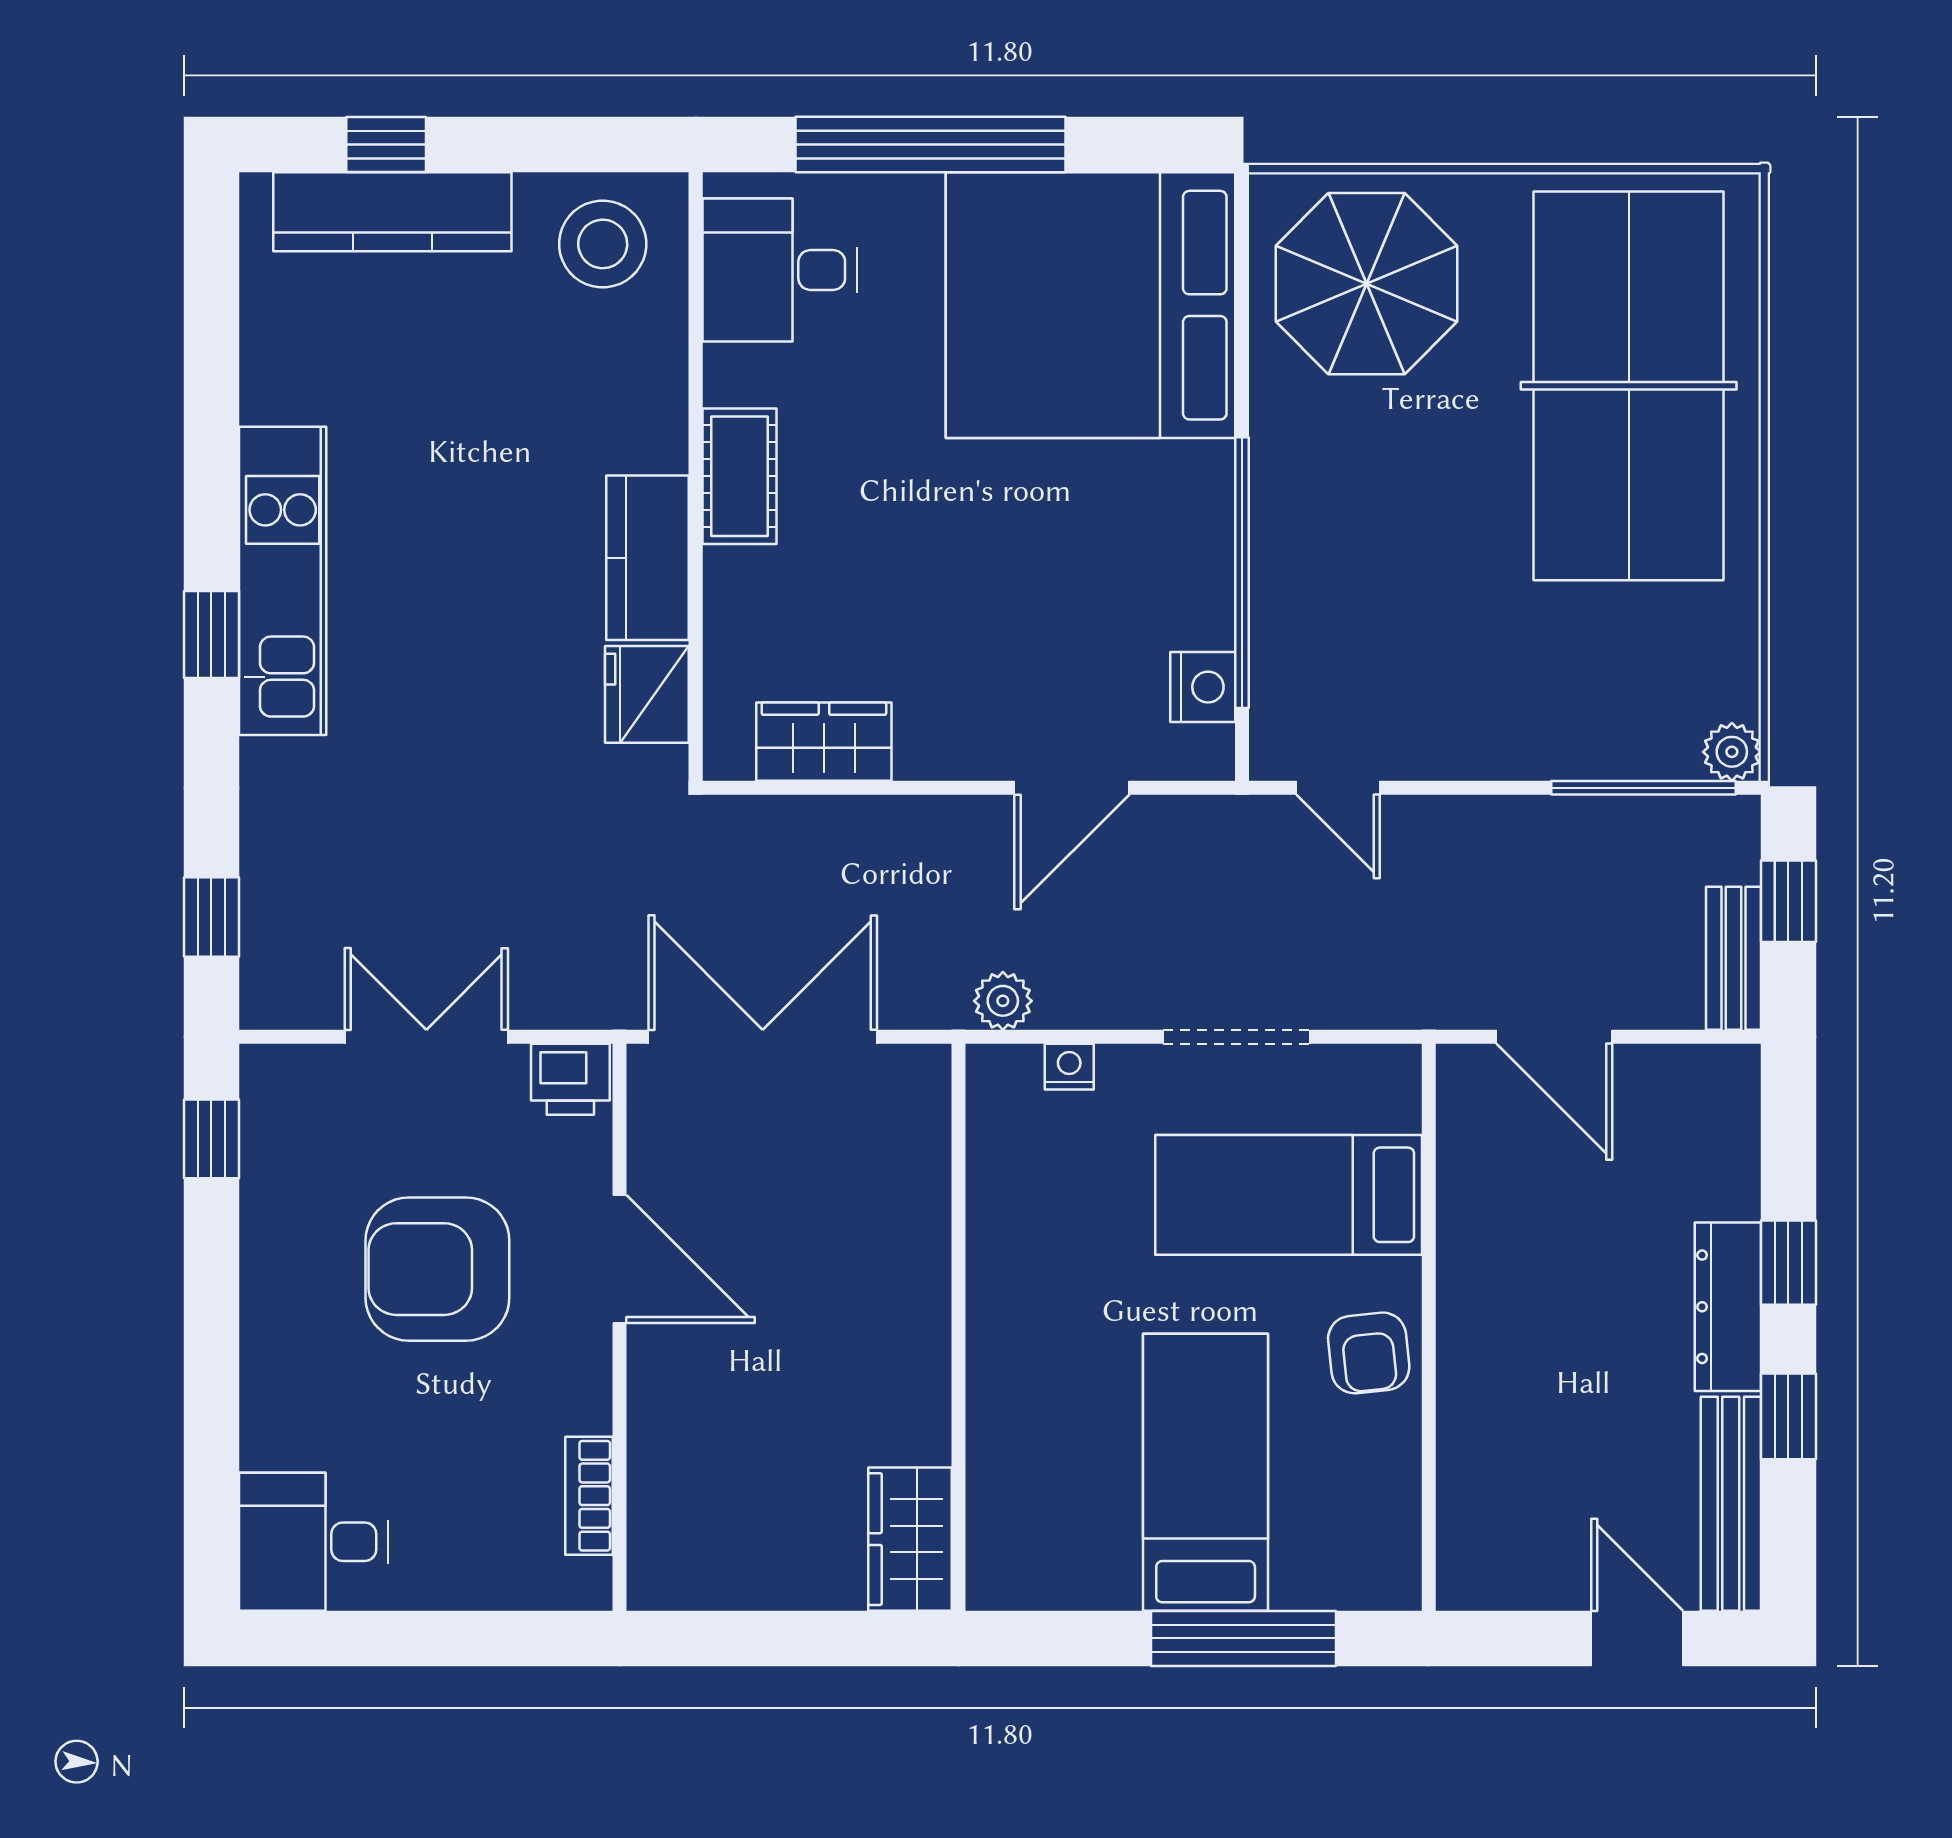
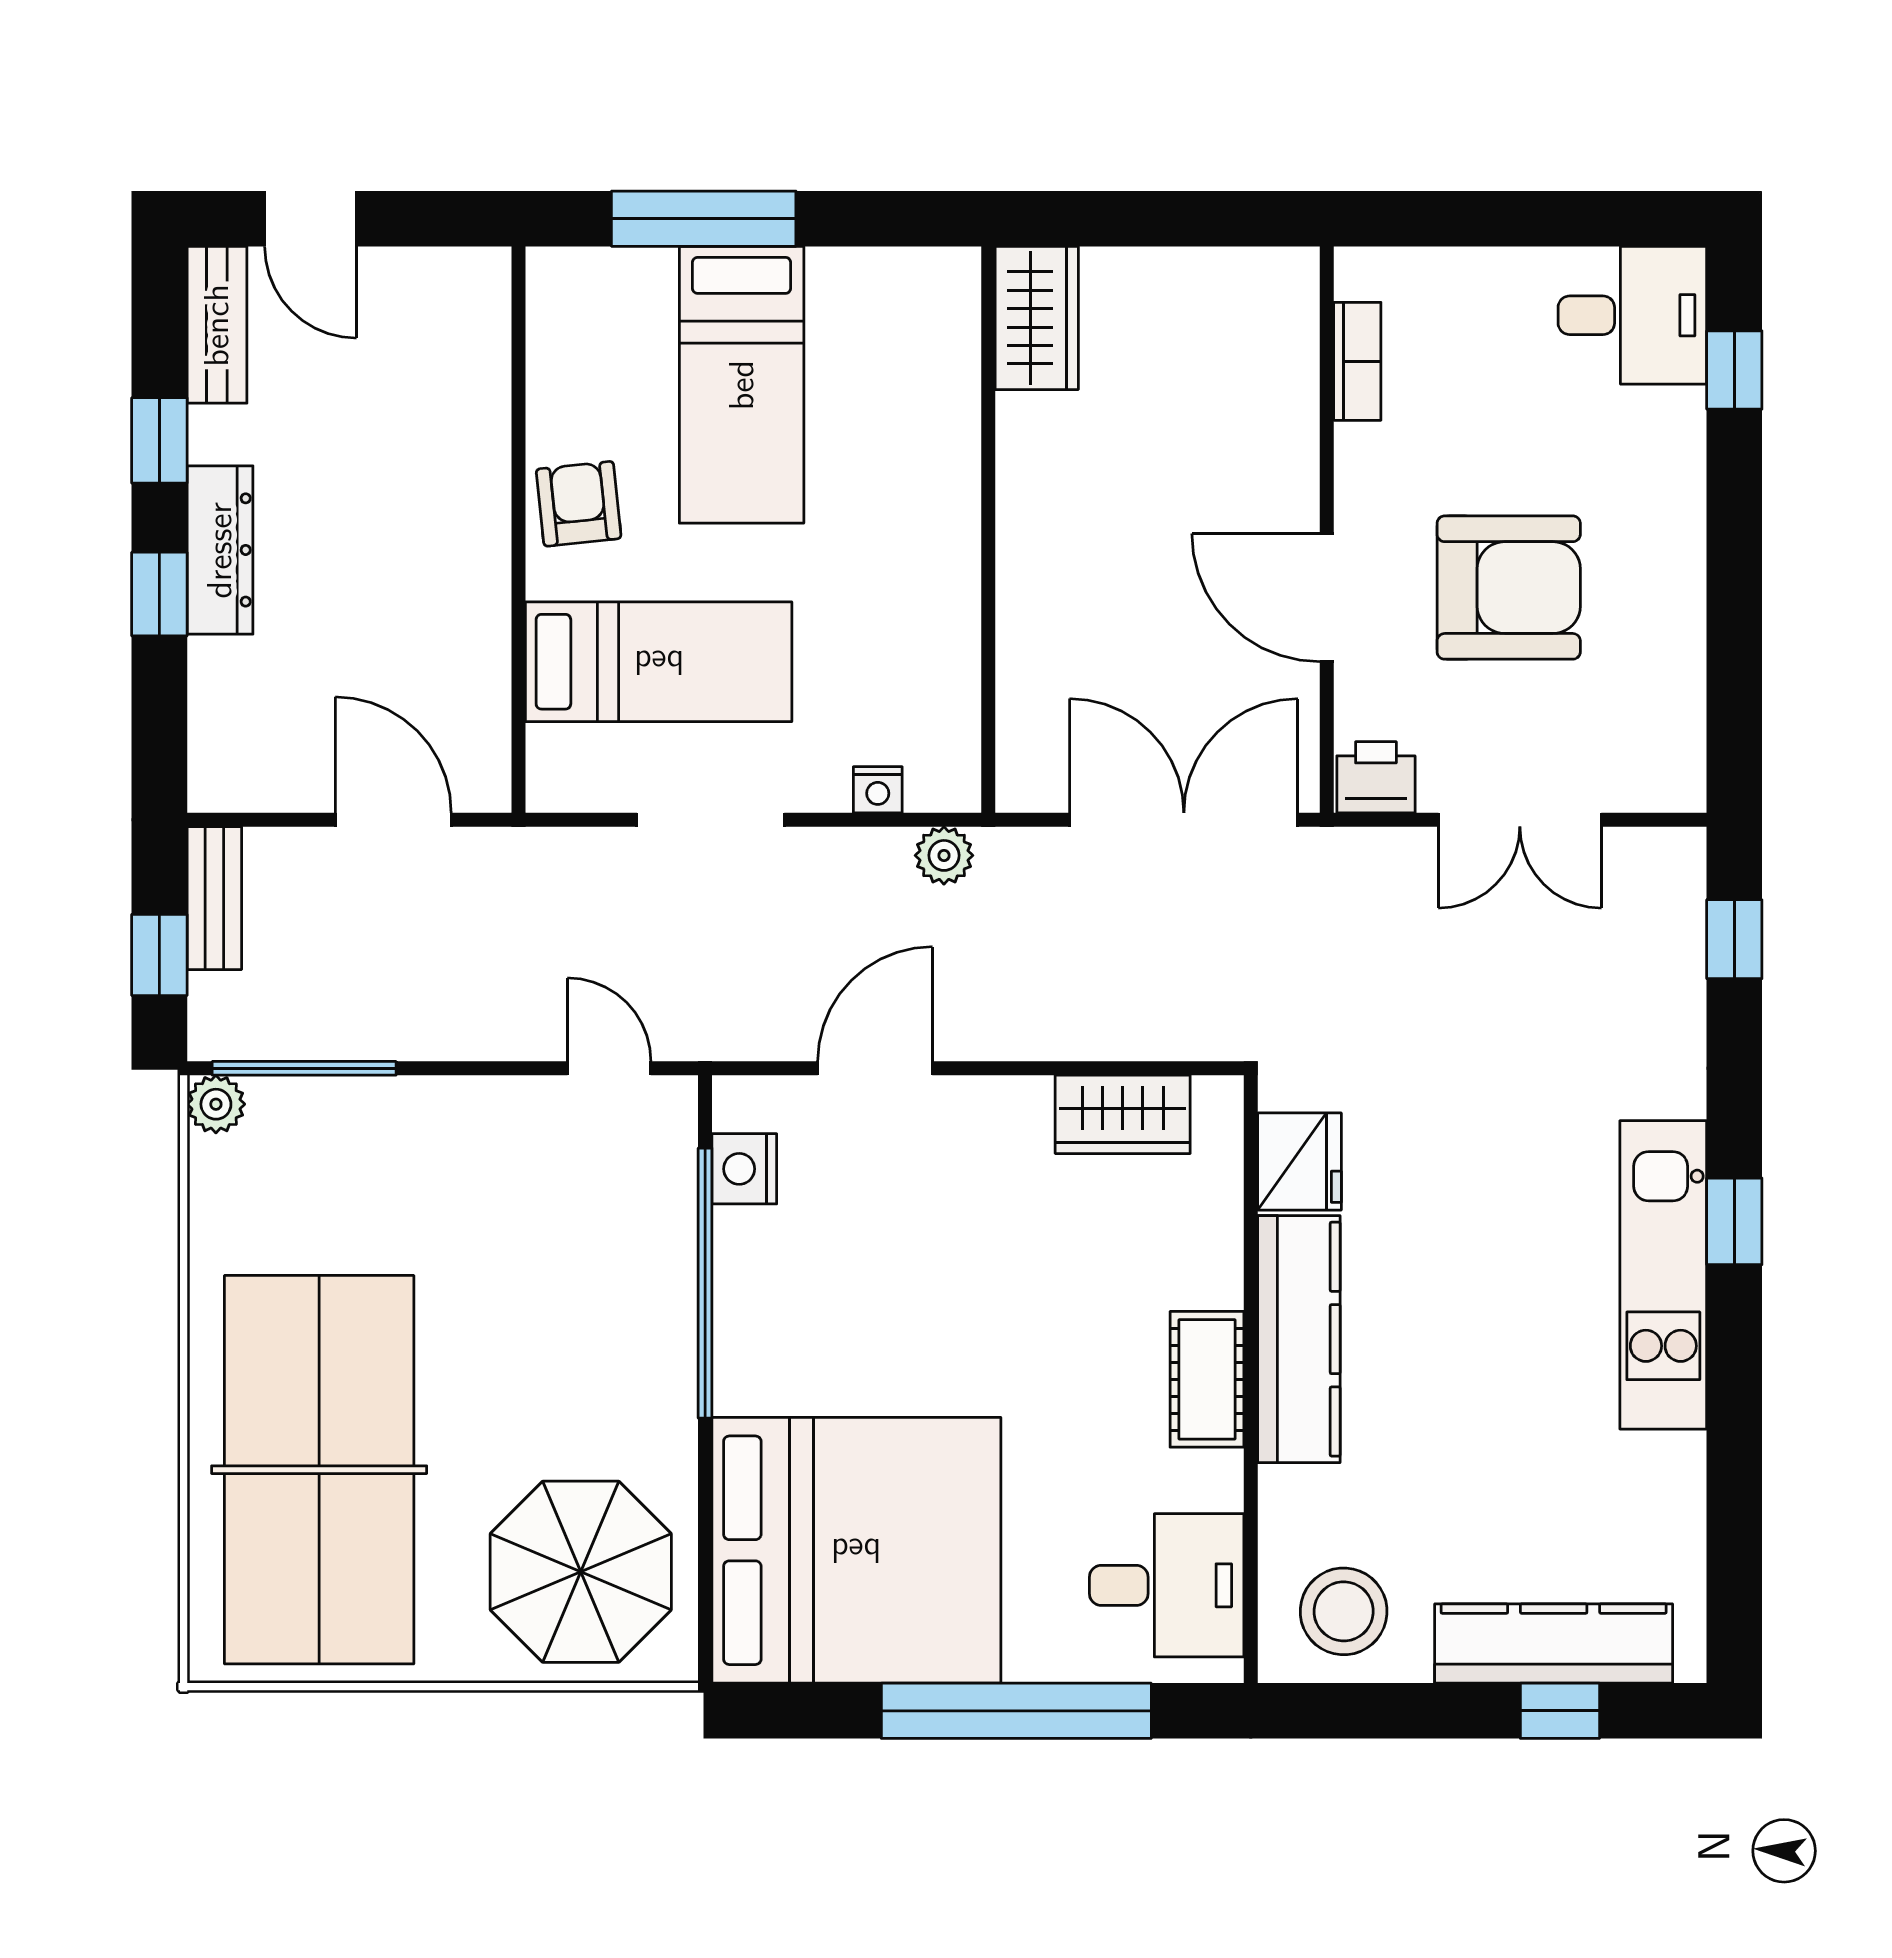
kitchen counter: (647, 558) -> (1299, 1339), width x1.50
double door: (763, 1037) -> (1184, 820), swing flipped
window: (211, 1139) -> (1734, 370), moved
bench: (1731, 1504) -> (217, 325), width x0.73

